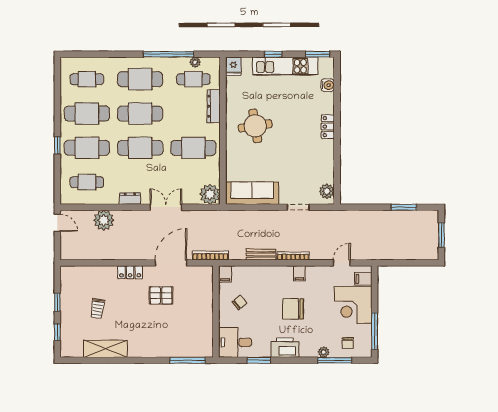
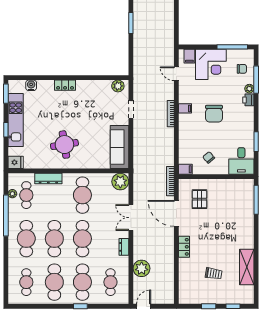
bench: (261, 254) -> (170, 140), removed
pallet: (161, 295) -> (199, 199), moved
printer: (285, 348) -> (248, 100), moved, width x0.53, depth x0.68

